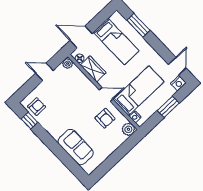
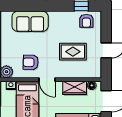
plant: (68, 64) -> (96, 73), removed
rug: (68, 95) -> (73, 52), added
door: (106, 95) -> (47, 80), hinge flipped

